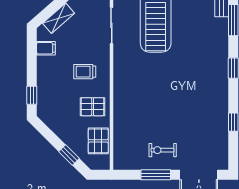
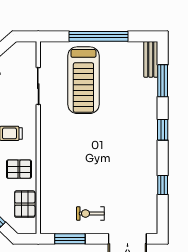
window: (156, 175) -> (70, 239), moved

